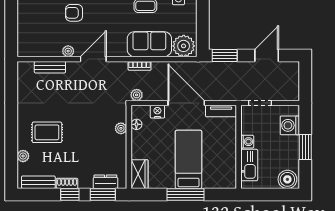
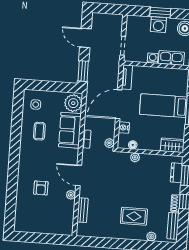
washing machine: (290, 125) -> (158, 25), moved
rug: (47, 132) -> (134, 216), turned 90

